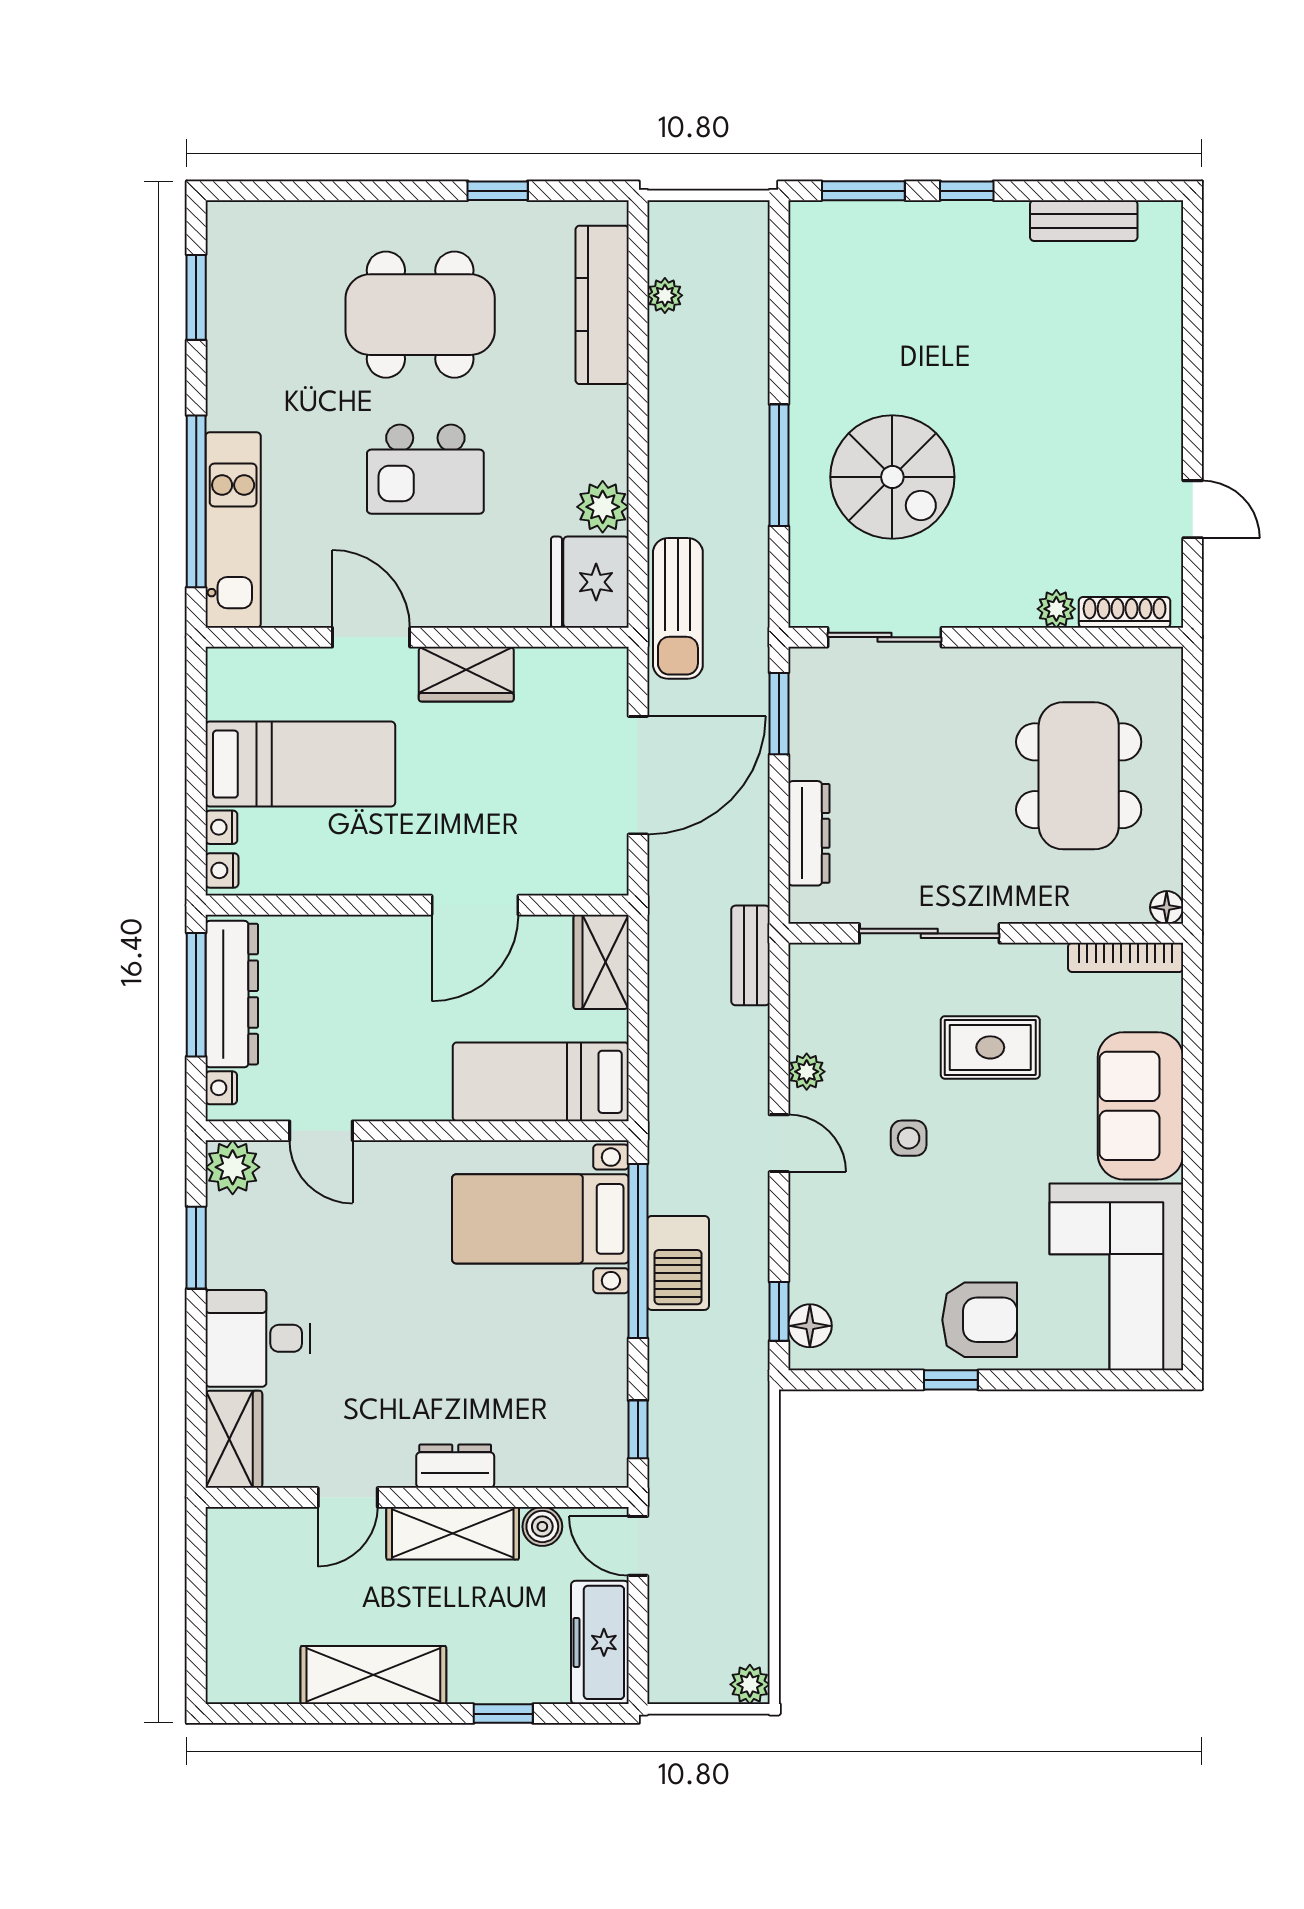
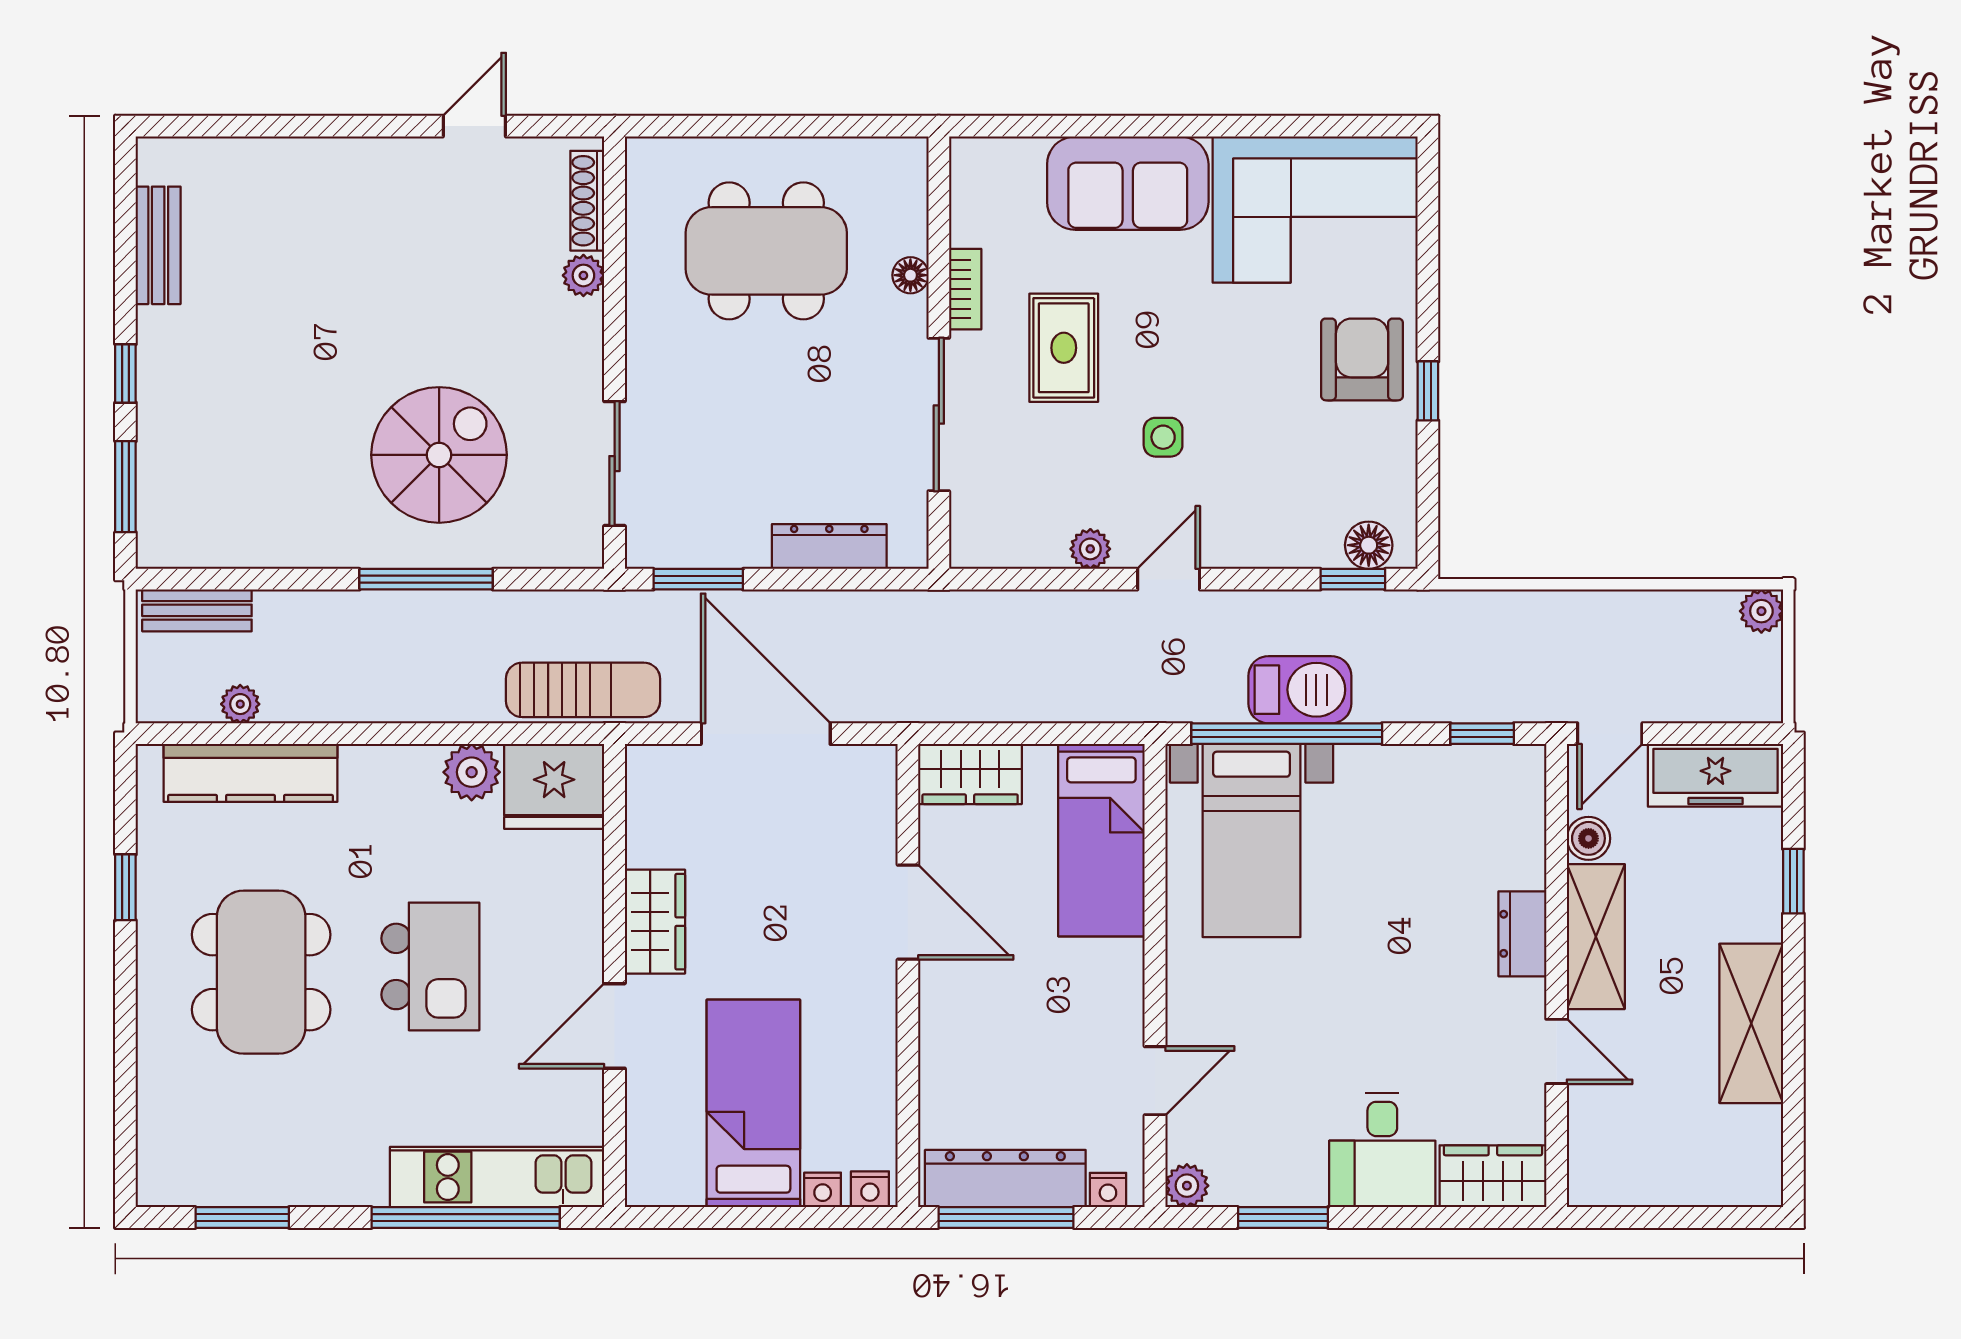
floor lamp: (1167, 907) -> (910, 275), moved
bench: (750, 955) -> (197, 610), moved
bookcase: (1126, 957) -> (965, 289), moved, width x0.64
plant: (233, 1167) -> (1187, 1186), width x0.73, depth x0.73

